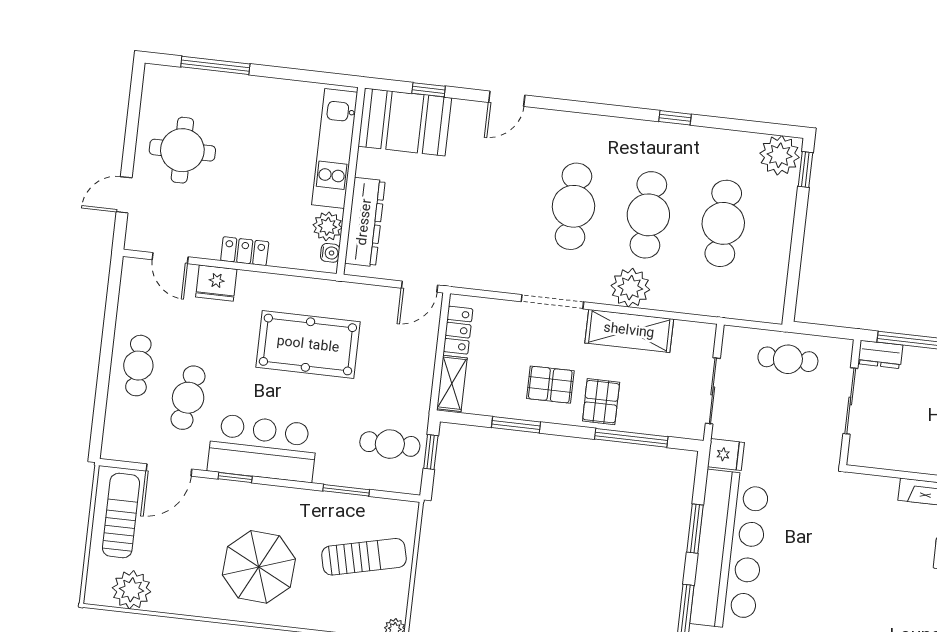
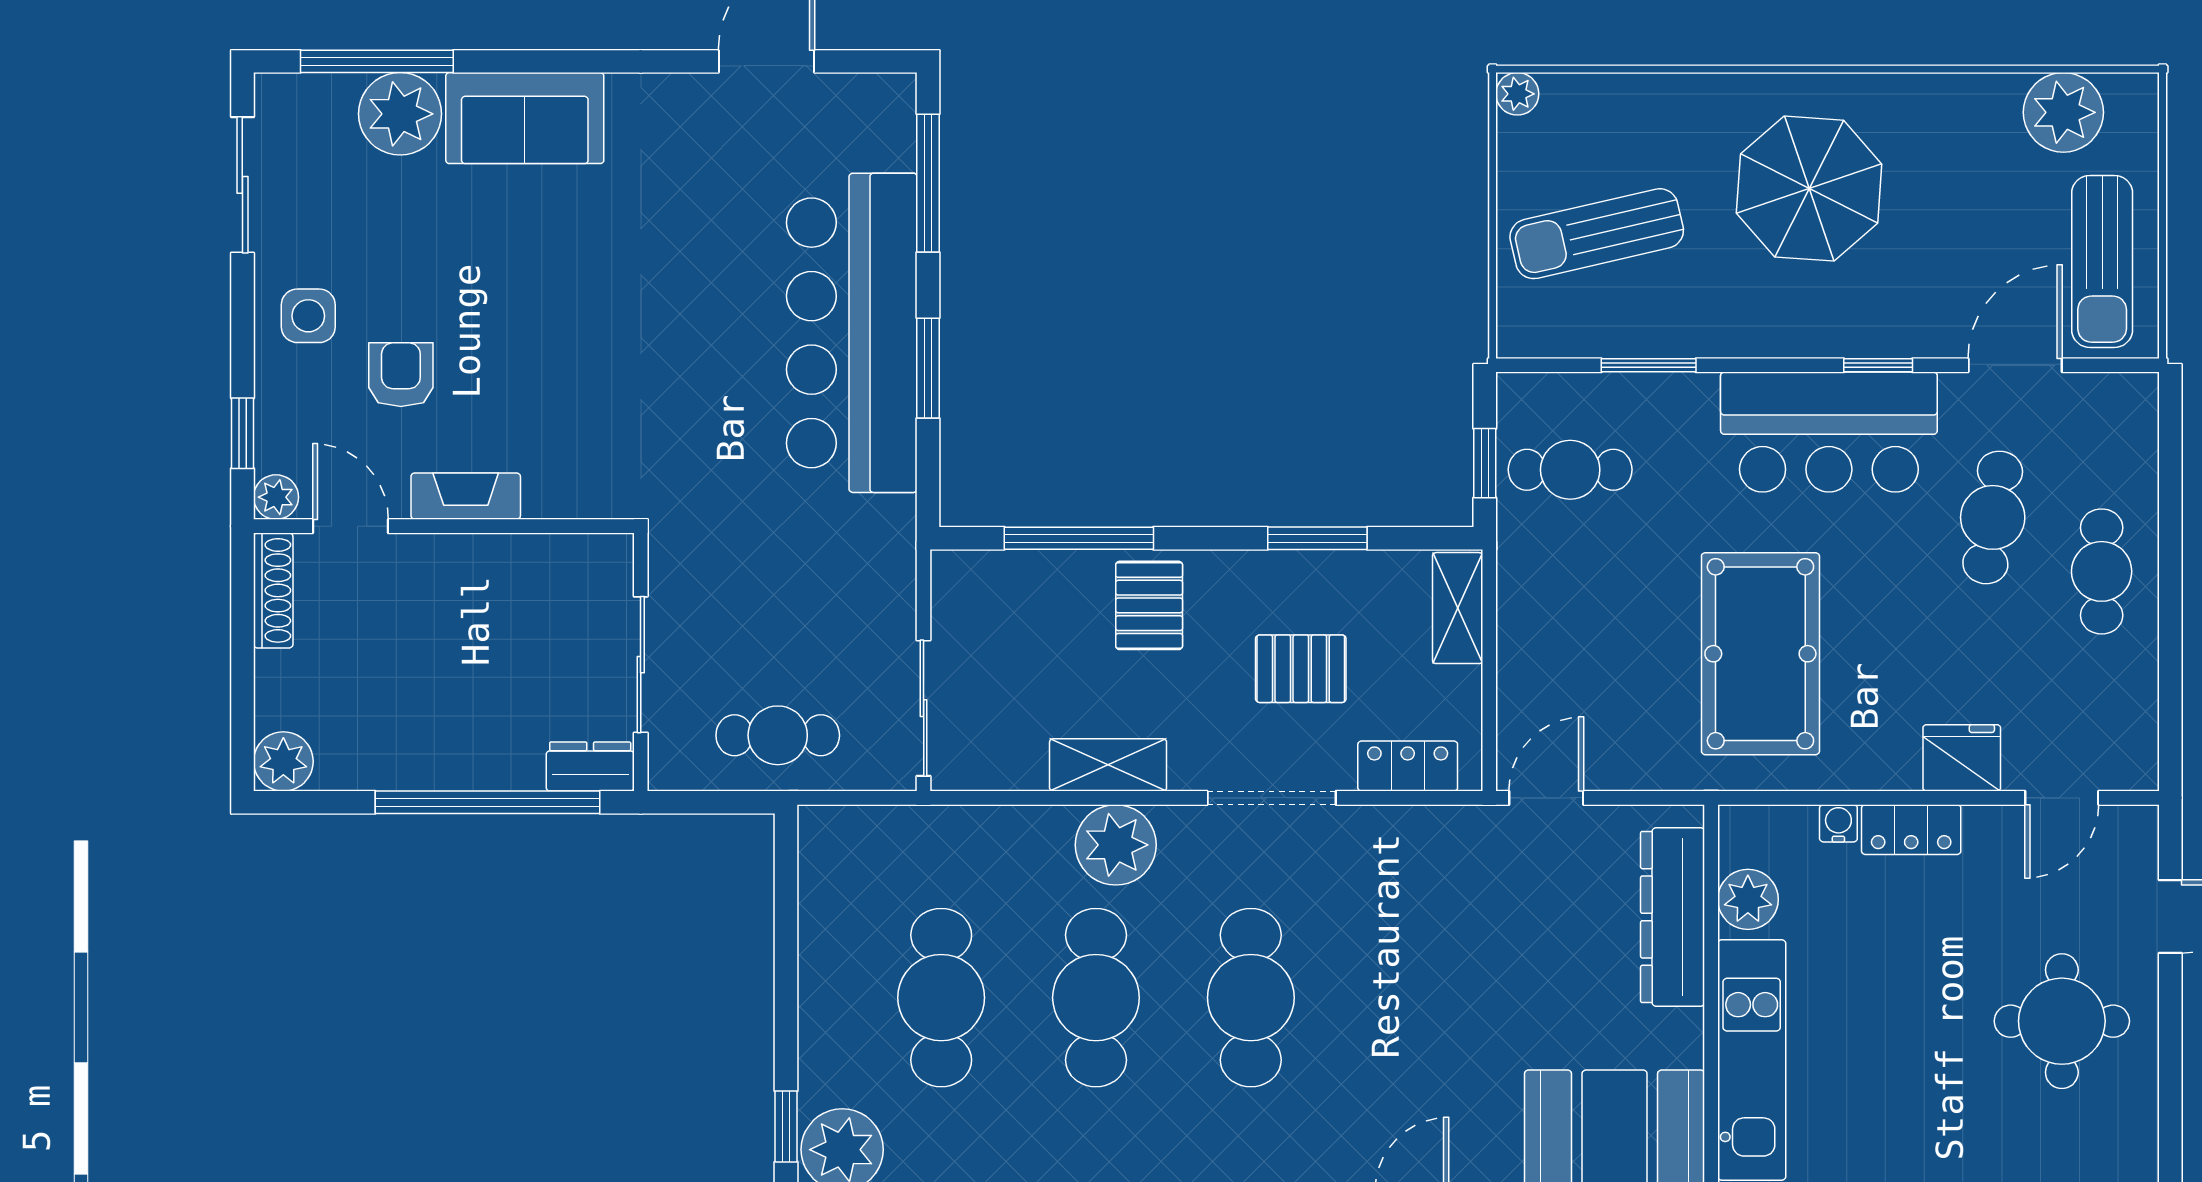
water cooler: (330, 253) -> (1838, 823), moved, turned 90
door: (170, 258) -> (2062, 798), swing flipped
locker: (458, 330) -> (1408, 766), moved, turned 90
shelving: (629, 331) -> (1108, 765), width x0.67, depth x0.75
pool table: (308, 345) -> (1760, 654), turned 90
pallet: (550, 385) -> (1301, 669), moved
sliding door: (713, 391) -> (924, 708), moved
fridge: (726, 455) -> (882, 526), removed

